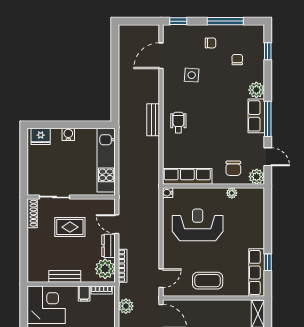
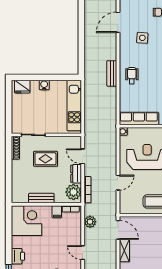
door: (161, 278) -> (118, 183), moved

